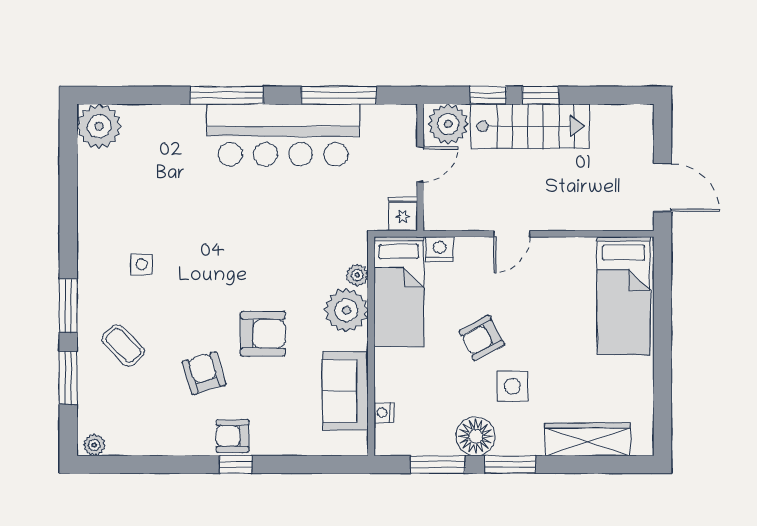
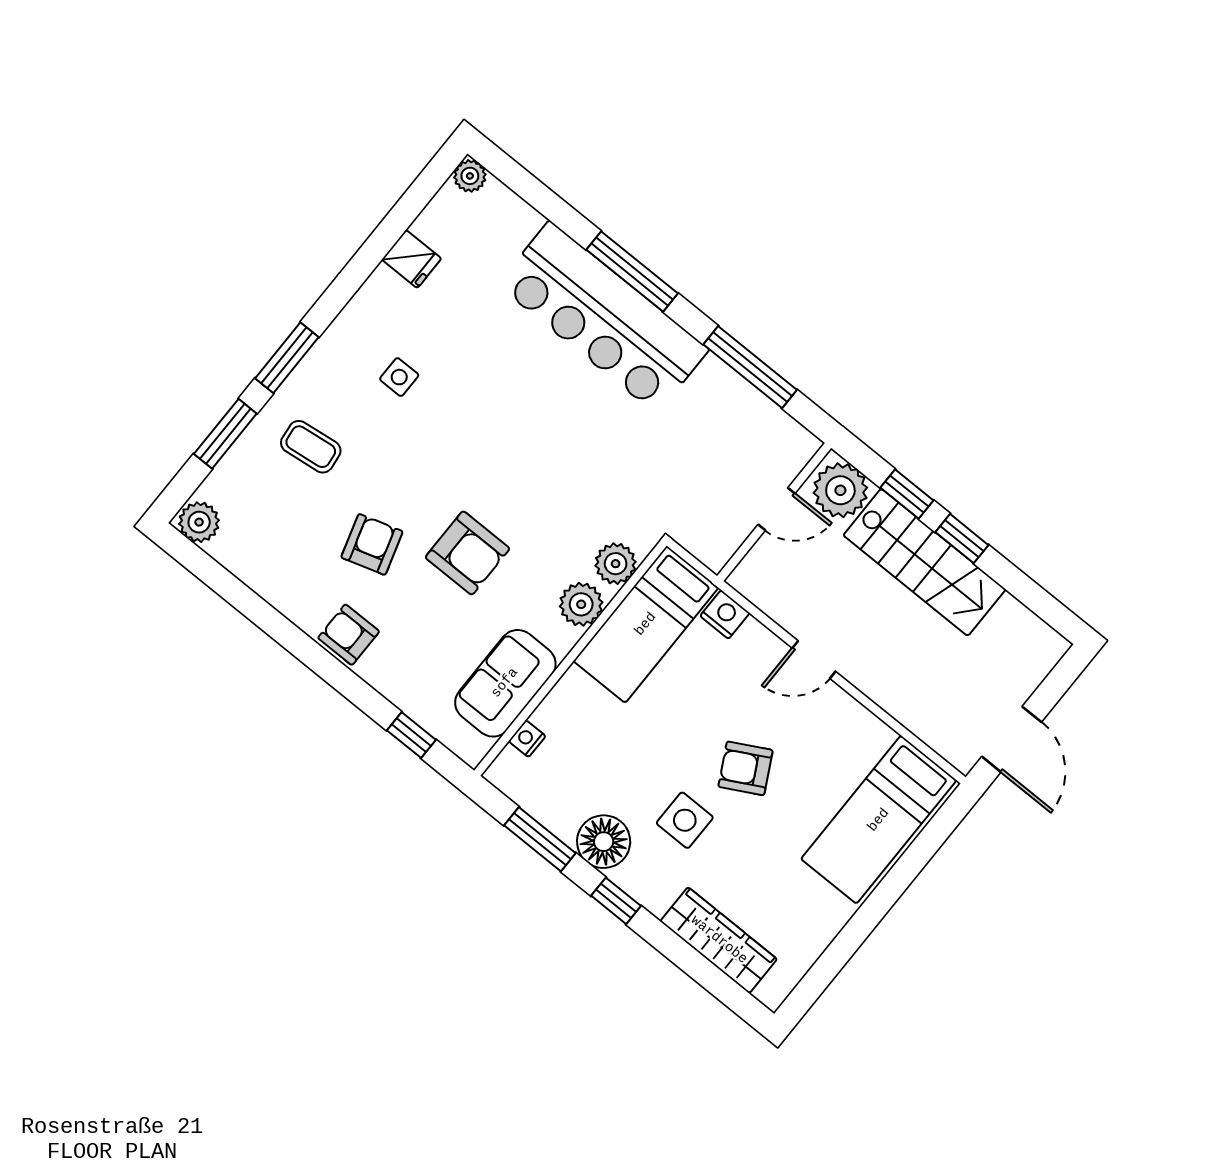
plant: (99, 126) -> (470, 176), width x0.53, depth x0.53
bar counter: (283, 135) -> (603, 317), moved
fridge: (403, 214) -> (412, 259), moved, turned 90
plant: (357, 275) -> (616, 564), width x1.38, depth x1.38
plant: (346, 310) -> (581, 604), width x0.73, depth x0.73
armchair: (482, 338) -> (746, 768), moved
coffee table: (123, 346) -> (311, 447), turned -52
plant: (94, 445) -> (199, 522), width x1.38, depth x1.38
window: (236, 464) -> (411, 735), moved
window: (510, 464) -> (616, 901), width x0.67

